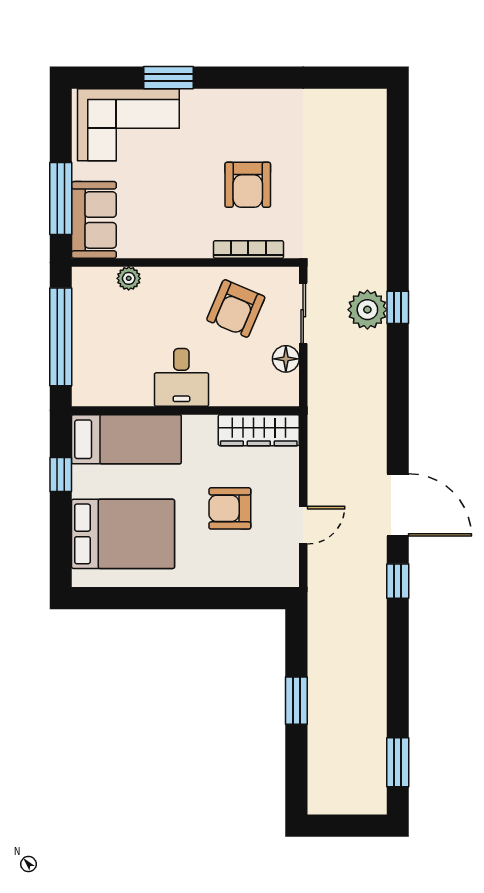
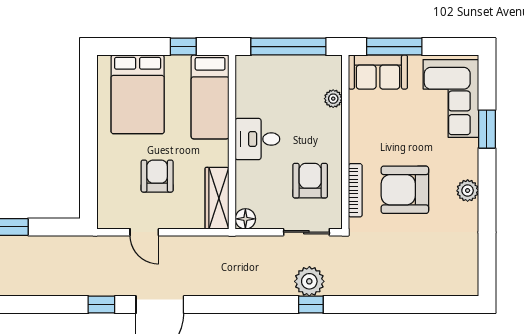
plant: (249, 103) -> (468, 191), added
armchair: (248, 185) -> (405, 190), width x1.36, depth x1.36
armchair: (236, 309) -> (310, 181), turned 67
floor lamp: (286, 359) -> (245, 219), moved

